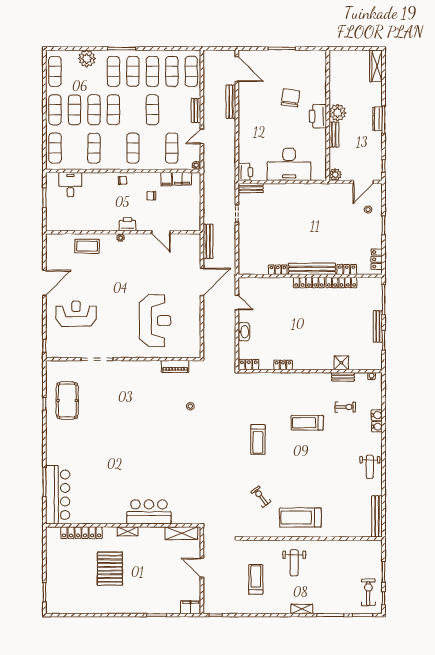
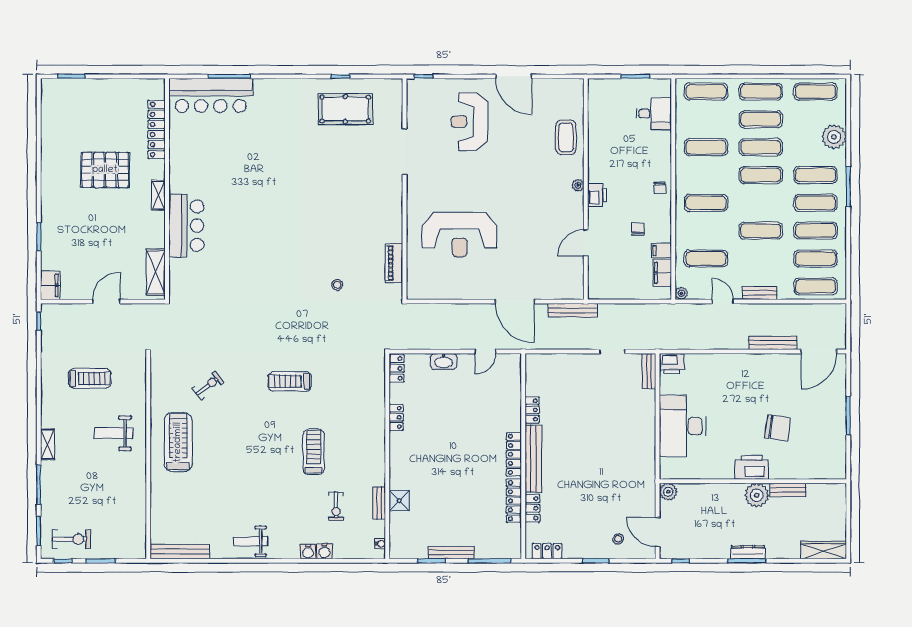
bench: (334, 135) -> (788, 490), moved
reception desk: (76, 314) -> (469, 122), turned 180

